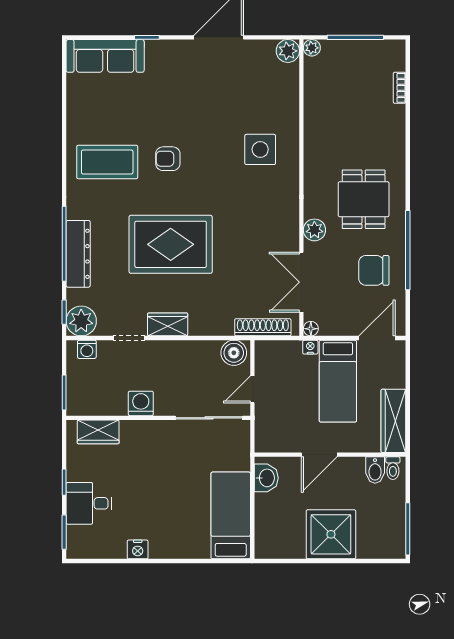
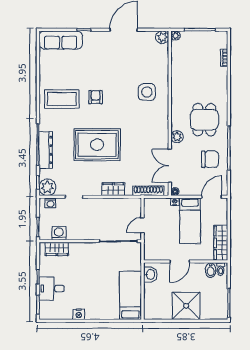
armchair: (168, 159) -> (96, 97), turned 90
chair: (374, 270) -> (210, 159), turned 180
wardrobe: (168, 324) -> (113, 189), moved
boiler: (234, 353) -> (132, 205), removed
washing machine: (141, 403) -> (59, 233), moved

